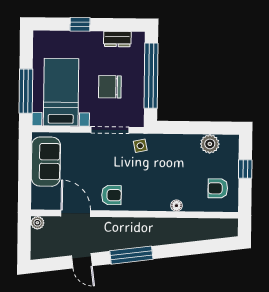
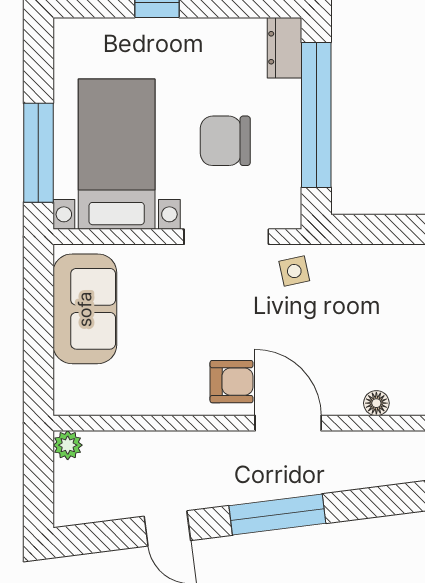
dresser: (117, 39) -> (285, 48), moved, turned 90
door: (76, 213) -> (288, 423), moved

